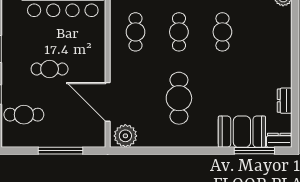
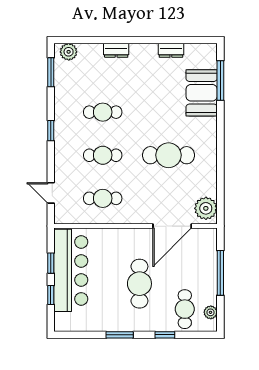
cafe table: (50, 69) -> (139, 284), width x1.37, depth x1.35
dresser: (279, 140) -> (116, 50), moved, turned -90
plant: (21, 141) -> (211, 312), added

